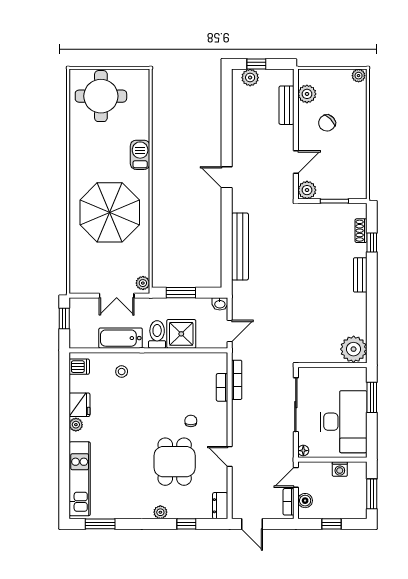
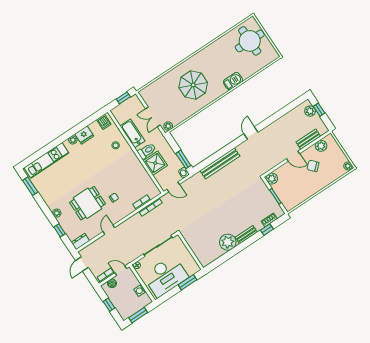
door: (296, 162) -> (293, 156), moved
parasol: (110, 212) -> (193, 85), width x0.73, depth x0.73
window: (181, 293) -> (183, 159), moved
plant: (354, 349) -> (228, 242), moved

